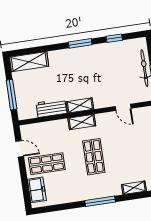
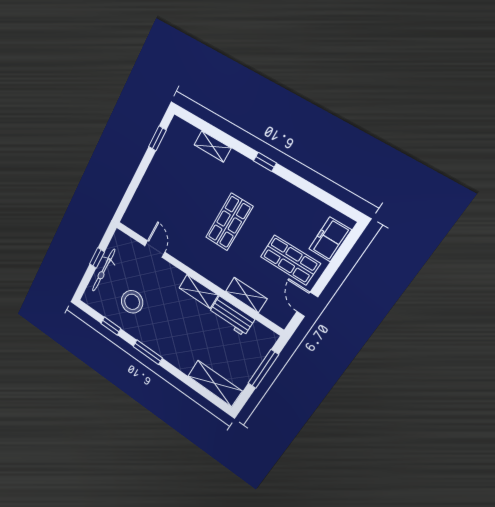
stool: (113, 65) -> (132, 302), added
shelving: (82, 122) -> (246, 295), moved
window: (100, 201) -> (265, 162), width x0.46

